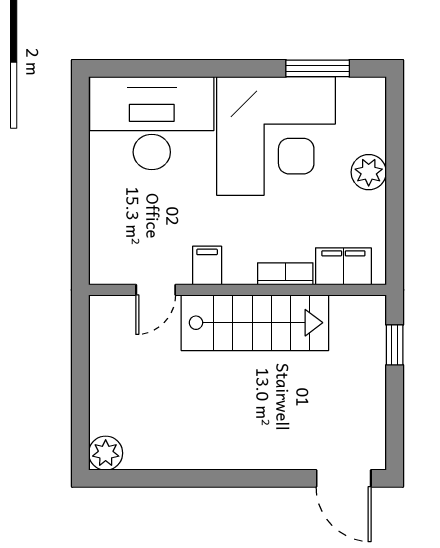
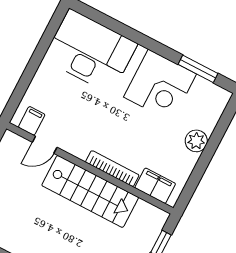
corner desk: (276, 136) -> (160, 86), width x0.74, depth x0.74
filing cabinet: (207, 266) -> (32, 121), moved
bookcase: (285, 274) -> (112, 169), width x1.56

